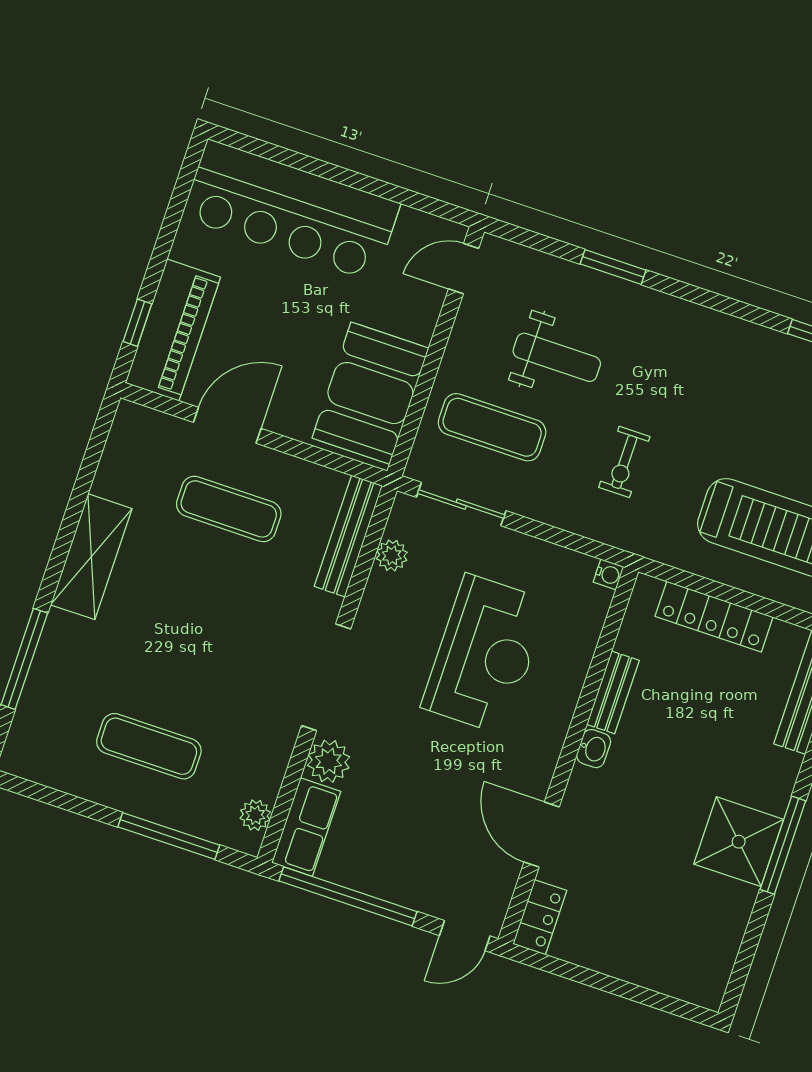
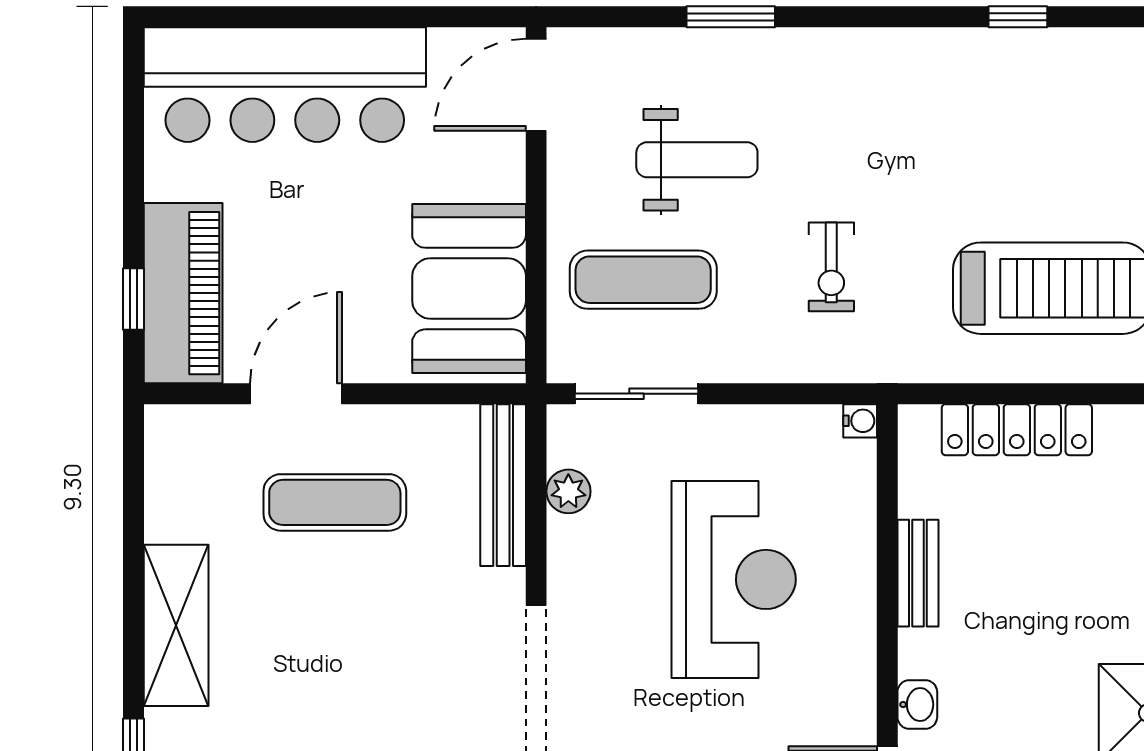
door: (464, 269) -> (536, 85), width x1.38
washbasin: (594, 749) -> (917, 704), moved

